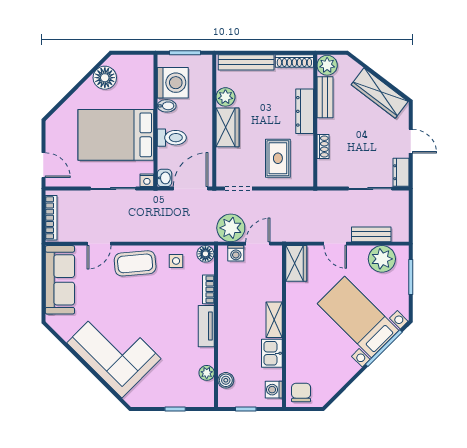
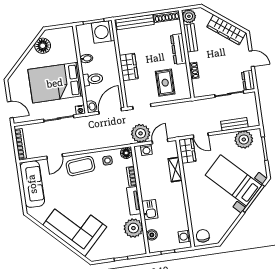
washing machine: (173, 83) -> (103, 32), moved, turned 180
plant: (225, 97) -> (125, 47), removed
door: (335, 244) -> (201, 135), moved
shelving: (274, 320) -> (175, 170), moved
kitchen sink: (272, 353) -> (150, 210), moved, turned 180
plant: (207, 373) -> (133, 228), width x1.87, depth x1.87

